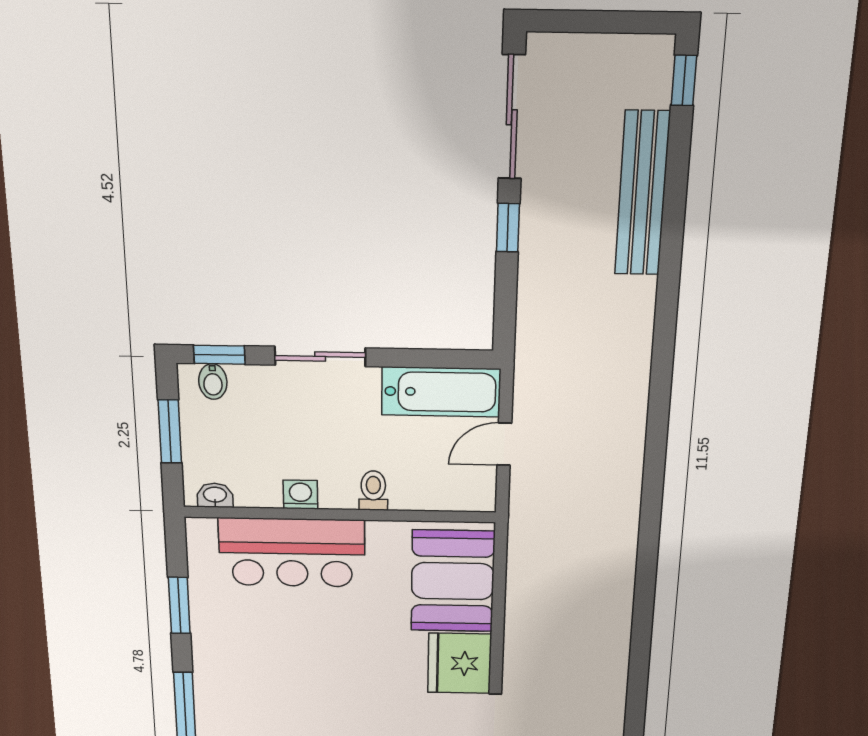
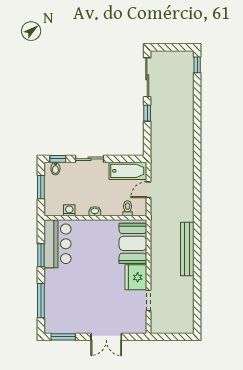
bench: (642, 194) -> (187, 249), moved
toilet: (373, 491) -> (127, 208), moved
washbasin: (215, 495) -> (95, 211), moved
washing machine: (300, 495) -> (69, 210), moved
bar counter: (292, 553) -> (57, 244), moved, turned -90

